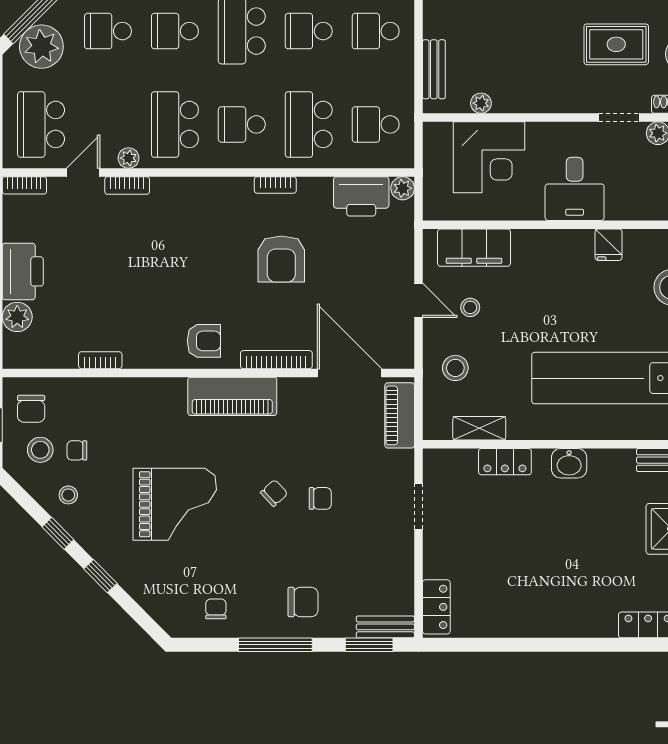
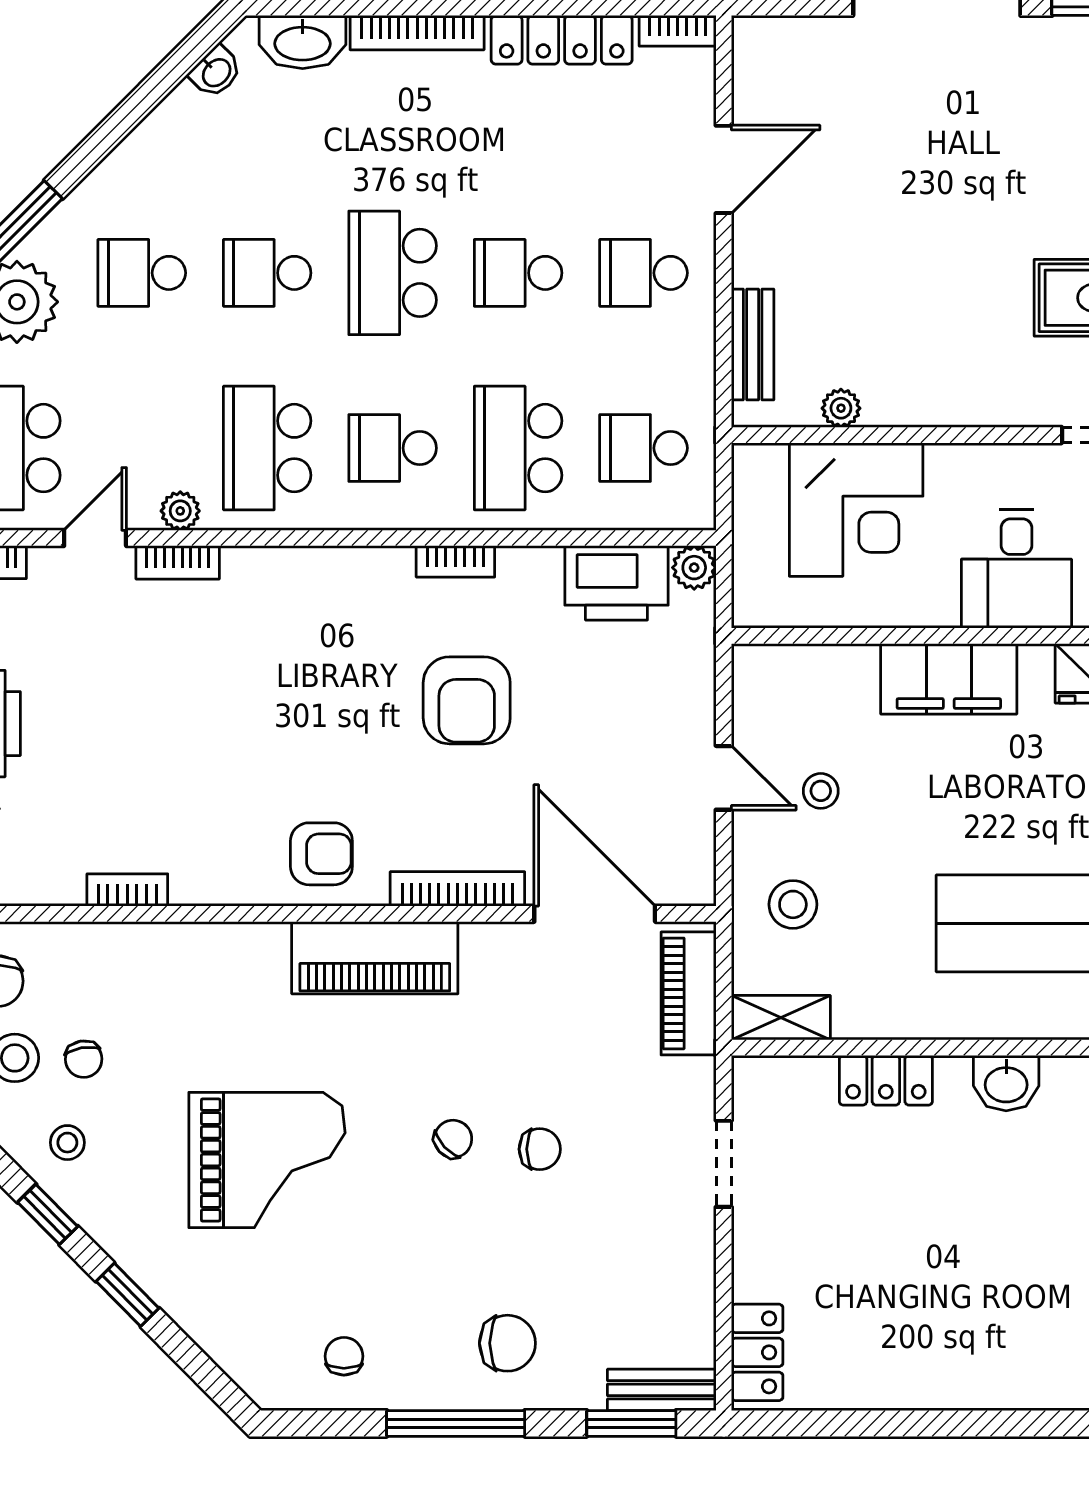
filing cabinet: (474, 248) -> (949, 679), moved
shelving: (479, 428) -> (781, 1018), moved
chair: (77, 450) -> (84, 1059), turned -100

